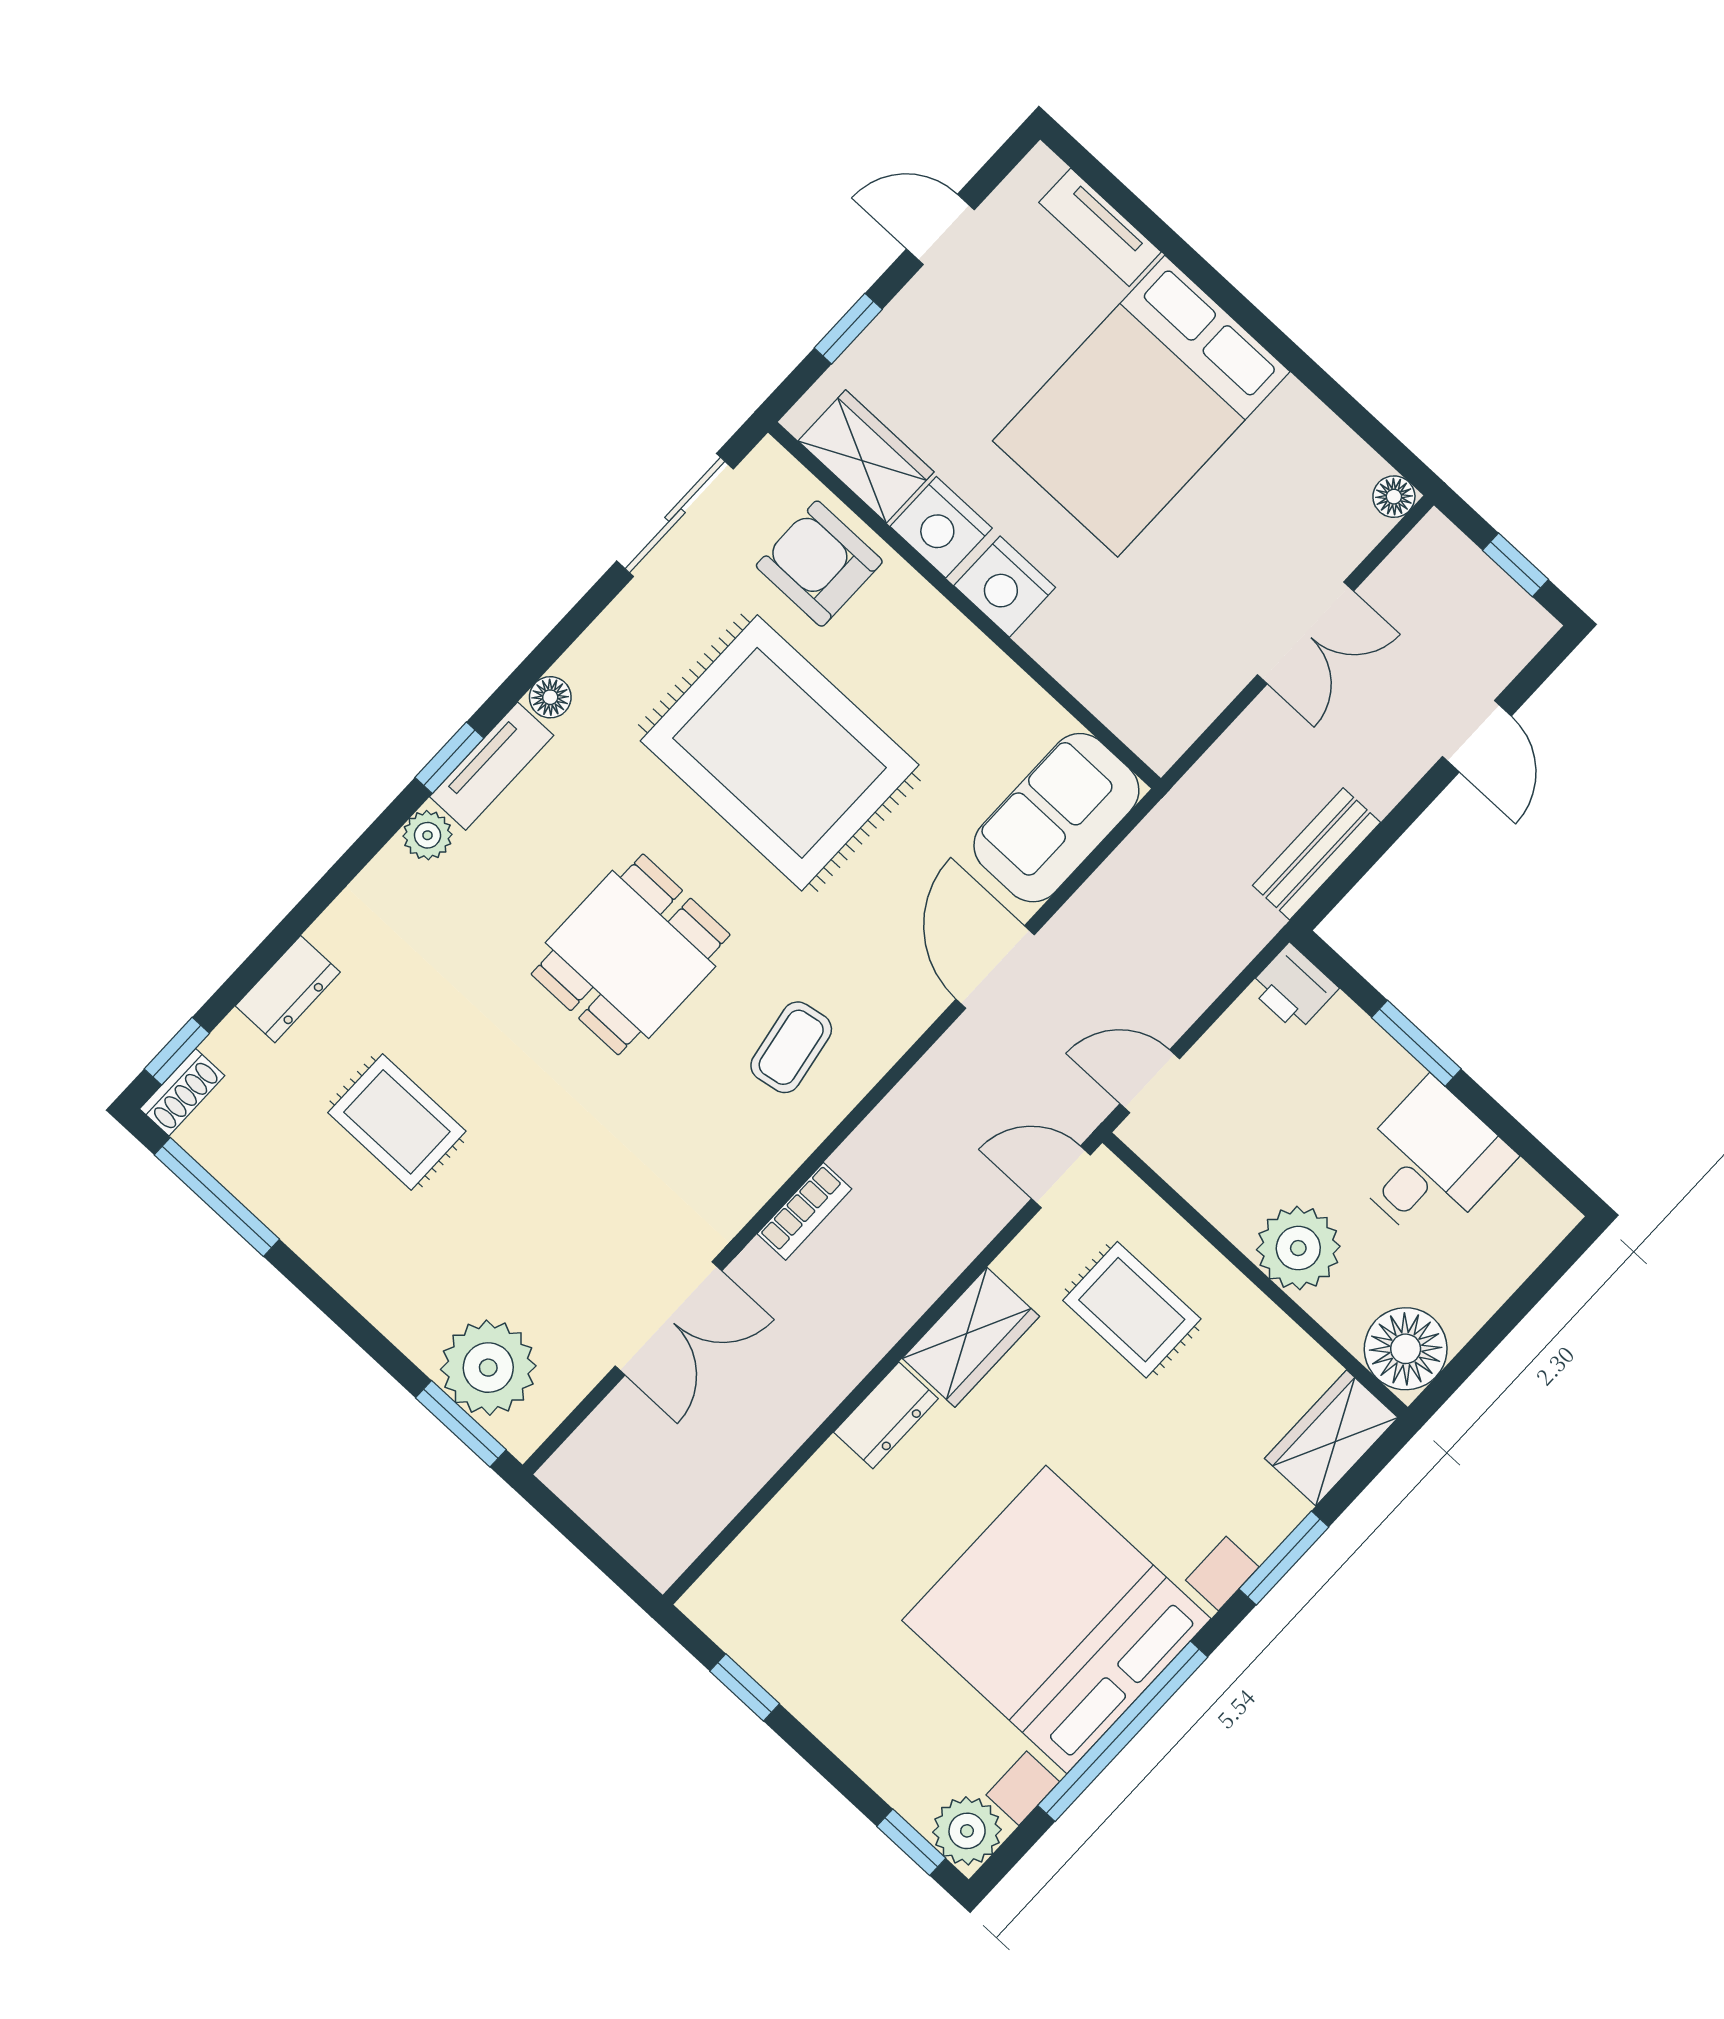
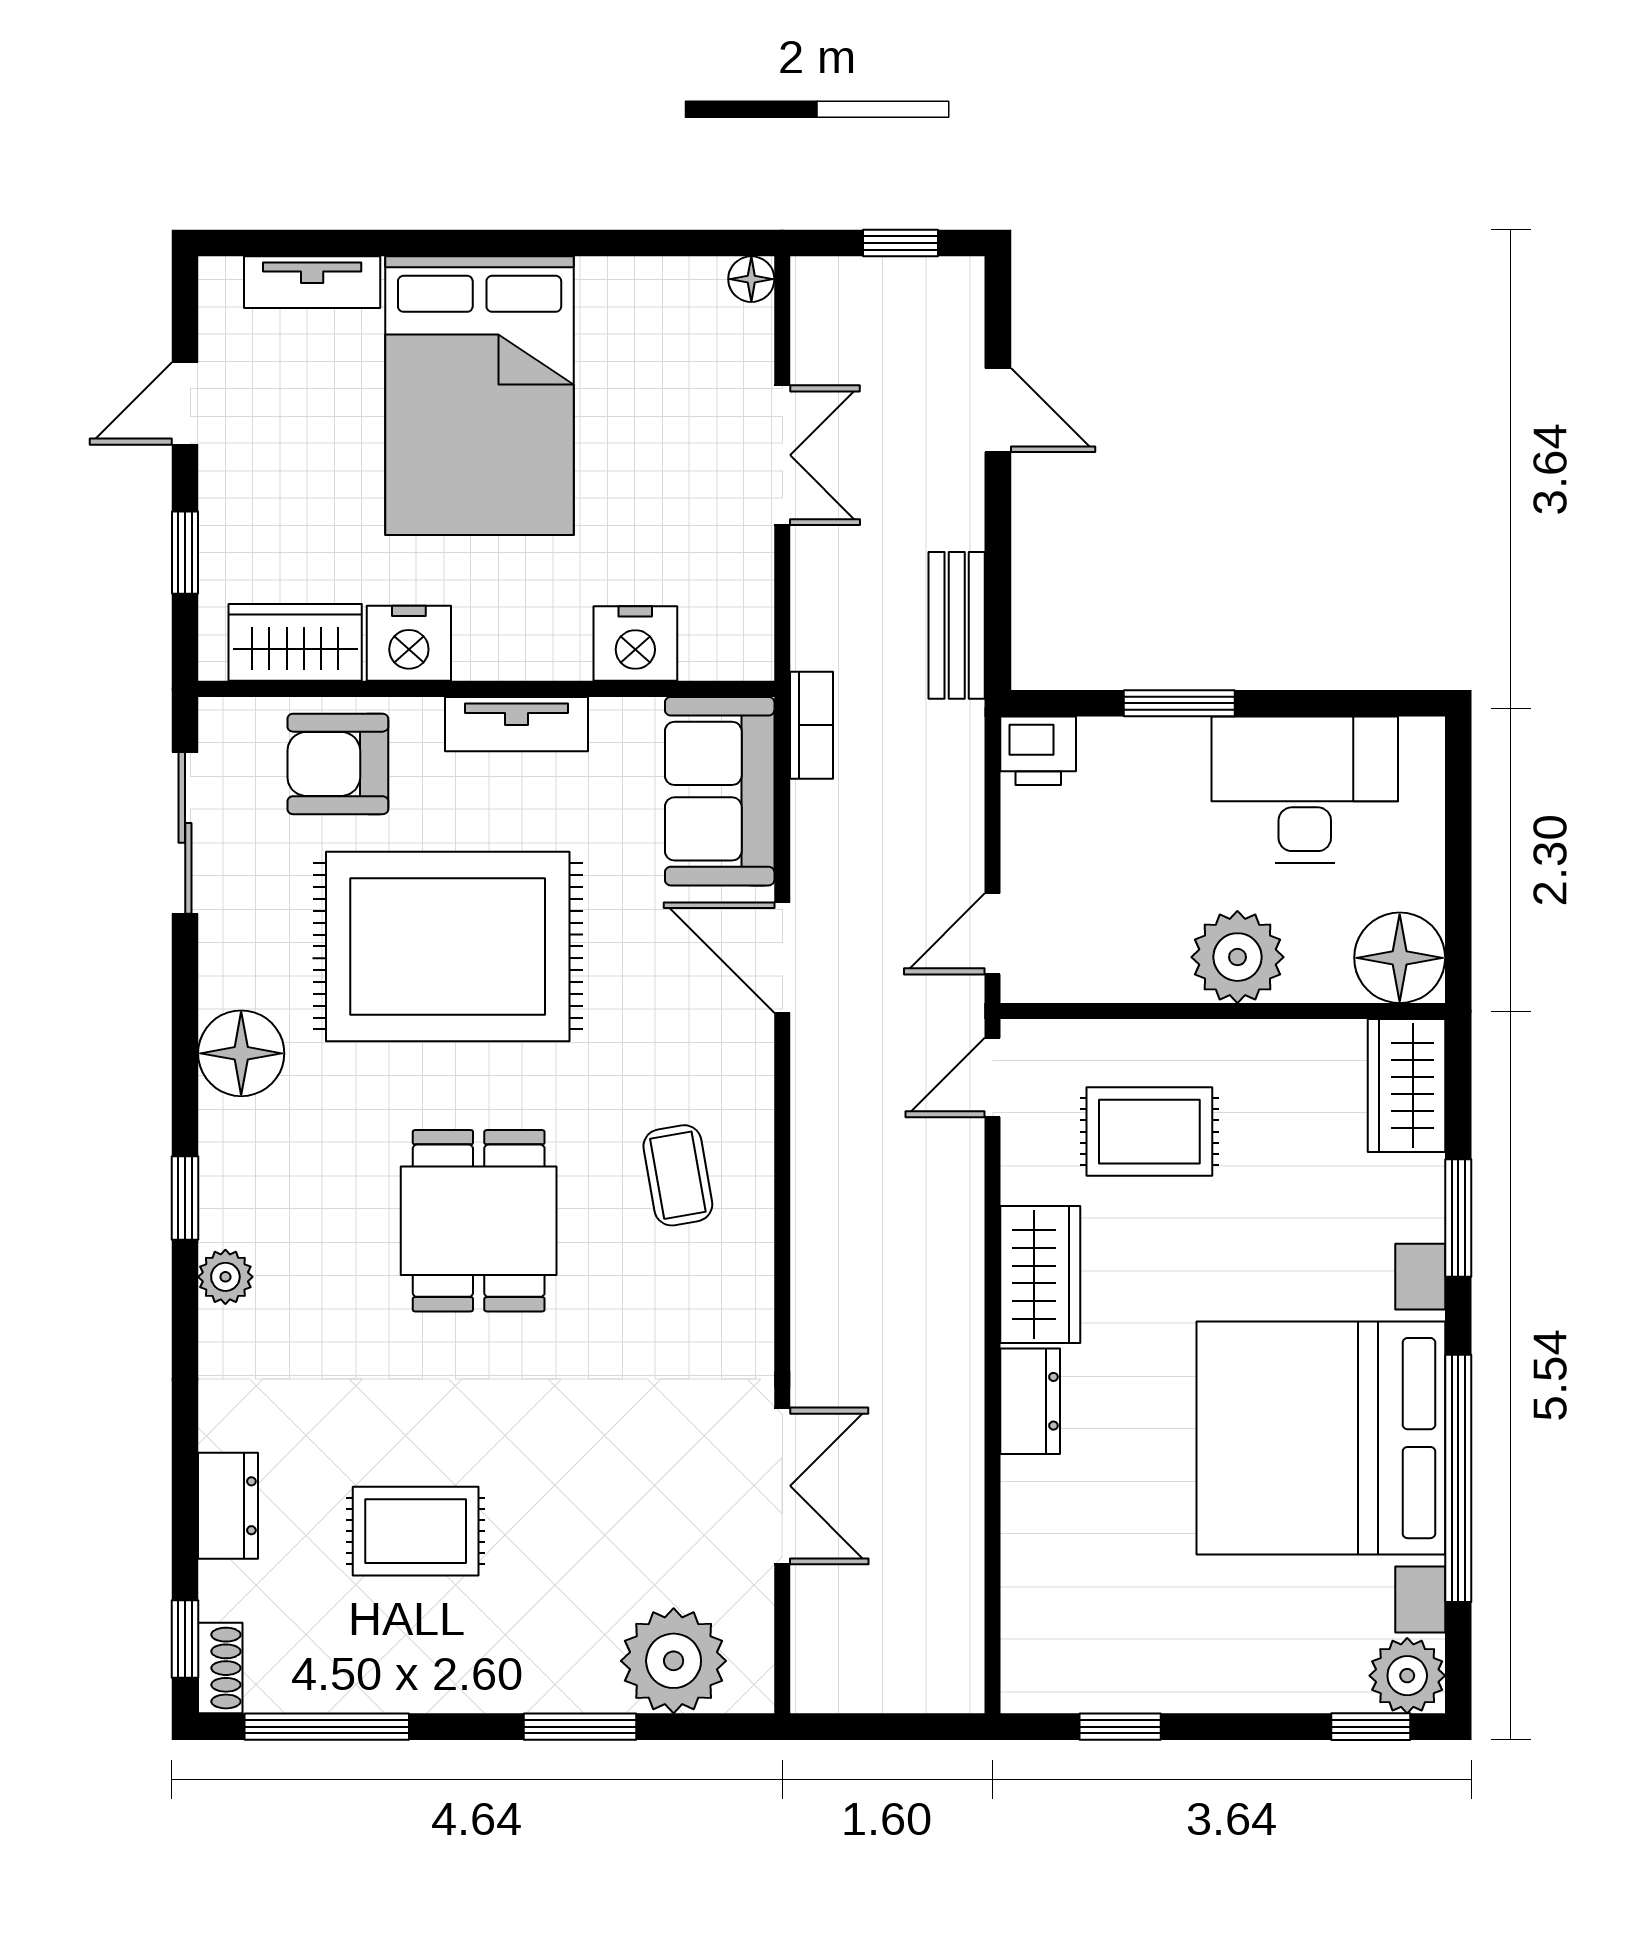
nightstand: (1005, 587) -> (635, 644), moved
floor lamp: (550, 697) -> (241, 1053), width x1.89, depth x1.89
tv unit: (492, 766) -> (516, 724), moved, turned 90
desk: (1430, 1163) -> (1305, 790), width x1.37
bookcase: (804, 1211) -> (811, 725), moved
window: (461, 1424) -> (580, 1727), moved

